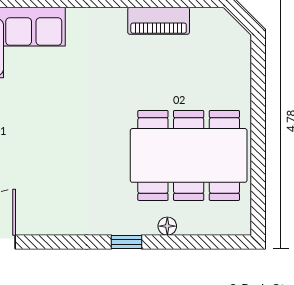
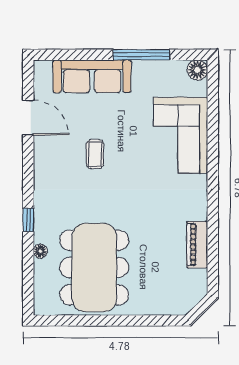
coffee table: (40, 155) -> (95, 154), added

